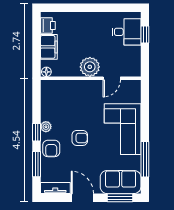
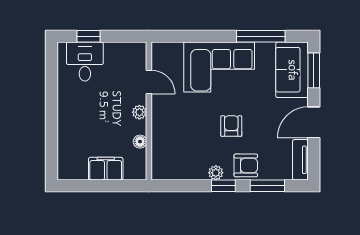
printer: (48, 25) -> (76, 170), removed
plant: (90, 67) -> (139, 112), width x0.53, depth x0.53
floor lamp: (46, 72) -> (140, 142), moved

